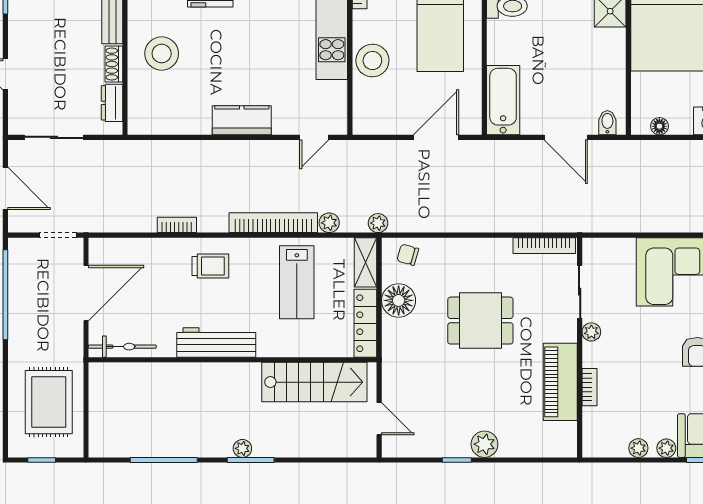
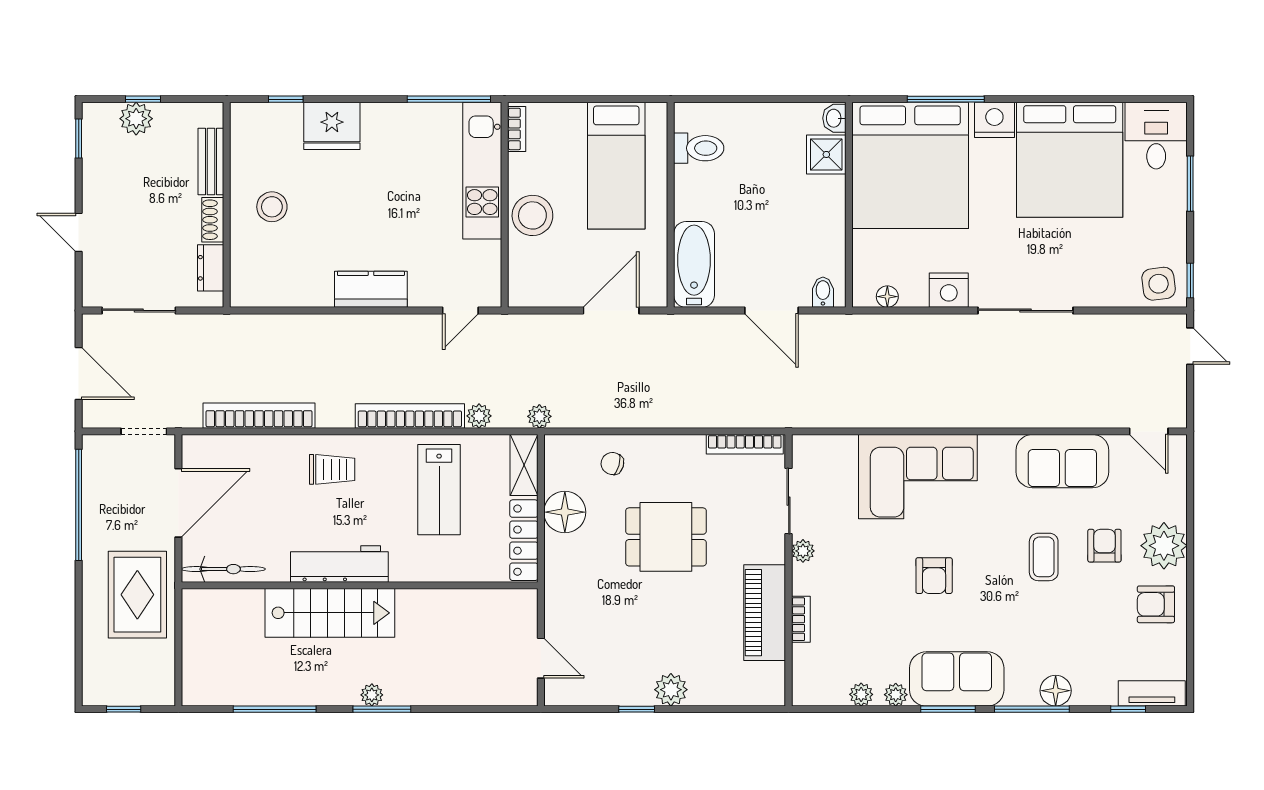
stool: (162, 54) -> (272, 207), width x0.73, depth x0.73
bookcase: (177, 225) -> (259, 416), width x2.31, depth x1.31
chair: (408, 255) -> (612, 463), moved
stairs: (314, 382) -> (330, 613), moved
rug: (49, 402) -> (137, 595), moved

